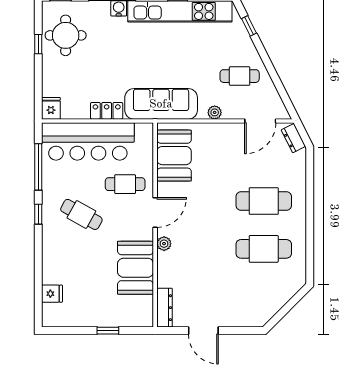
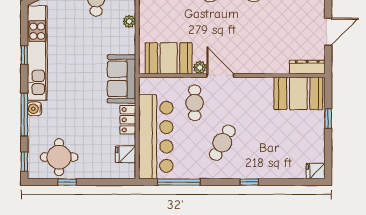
sofa: (161, 104) -> (121, 79), width x0.73
fridge: (51, 108) -> (125, 154), moved
window: (38, 214) -> (249, 182), moved
plant: (164, 244) -> (200, 67), moved
booth: (136, 268) -> (298, 93), moved
fridge: (52, 294) -> (316, 171), moved, turned -90

